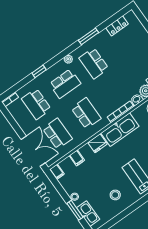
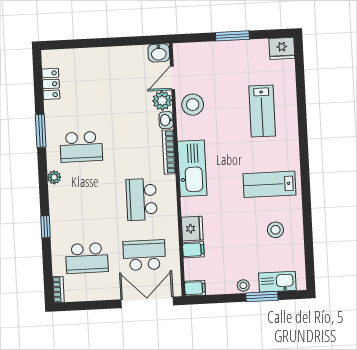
school desk: (65, 84) -> (84, 202), removed
school desk: (86, 113) -> (142, 199), turned -90
fridge: (98, 143) -> (192, 229), moved

